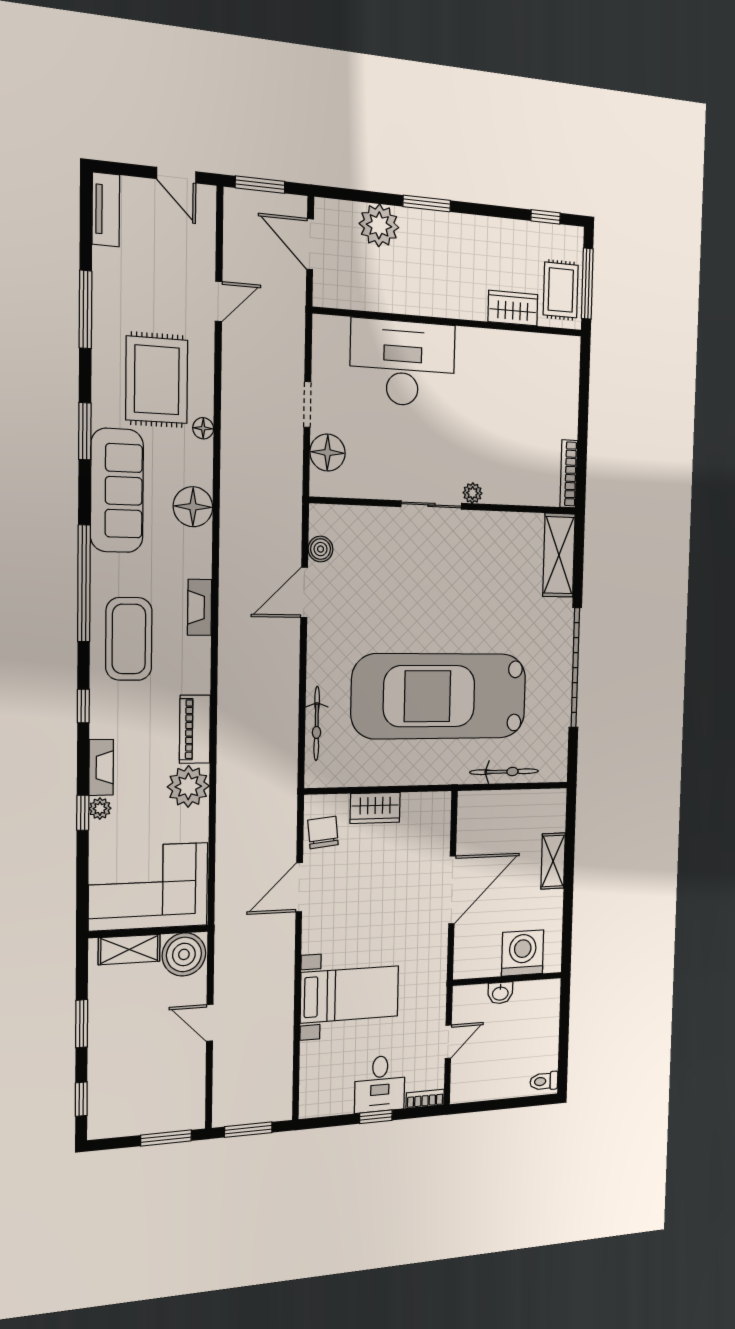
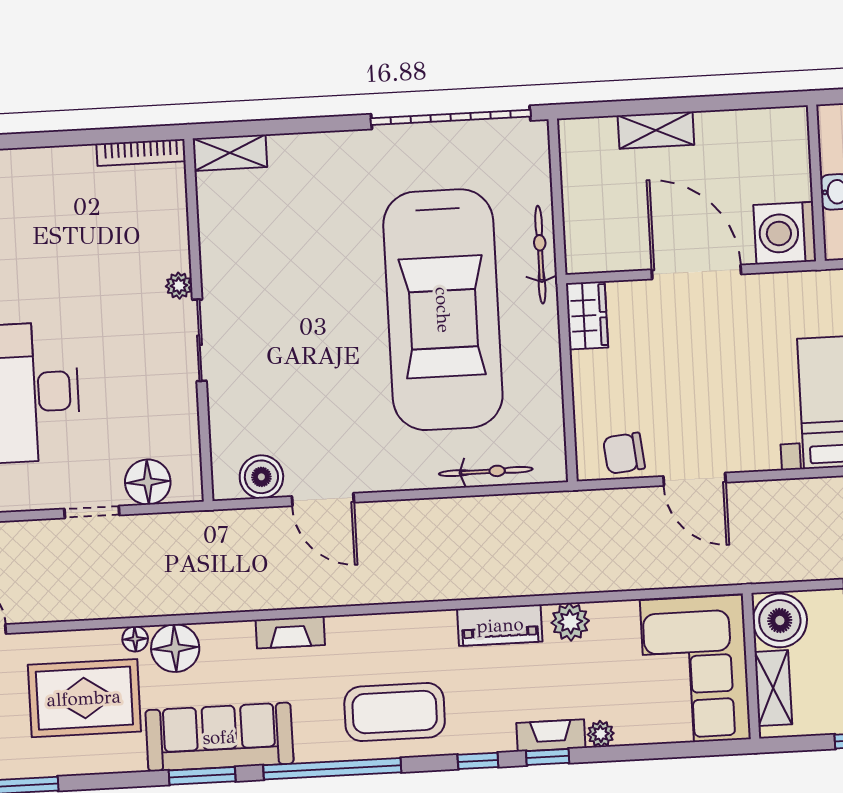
window: (85, 431) -> (202, 776), moved
floor lamp: (193, 507) -> (175, 648), moved
boiler: (321, 549) -> (261, 477), width x1.36, depth x1.36
shelving: (559, 555) -> (230, 153), width x0.67, depth x0.75
fireplace: (200, 607) -> (290, 632), moved
garage door: (575, 668) -> (451, 117), moved
bicycle: (504, 772) -> (540, 255), moved
plant: (188, 786) -> (570, 622), width x0.73, depth x0.73
wardrobe: (375, 808) -> (587, 315), moved
window: (83, 813) -> (548, 757), moved
washing machine: (523, 953) -> (785, 233), moved

